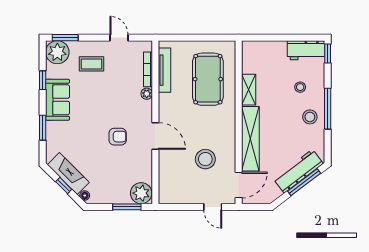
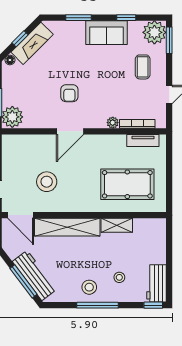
tv unit: (164, 70) -> (143, 141), width x0.71

